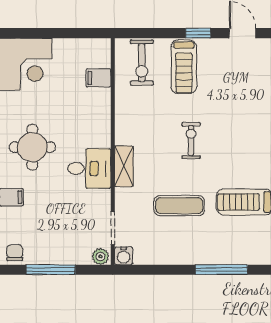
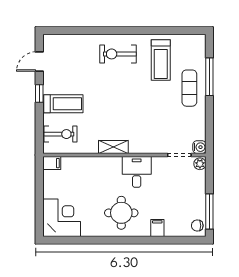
filing cabinet: (98, 78) -> (52, 163), moved, turned -90
exercise bike: (191, 140) -> (118, 54), moved, width x1.38, depth x1.39
shelving: (124, 166) -> (113, 147), moved
exercise mat: (179, 206) -> (189, 88), moved
window: (51, 270) -> (209, 212), moved

